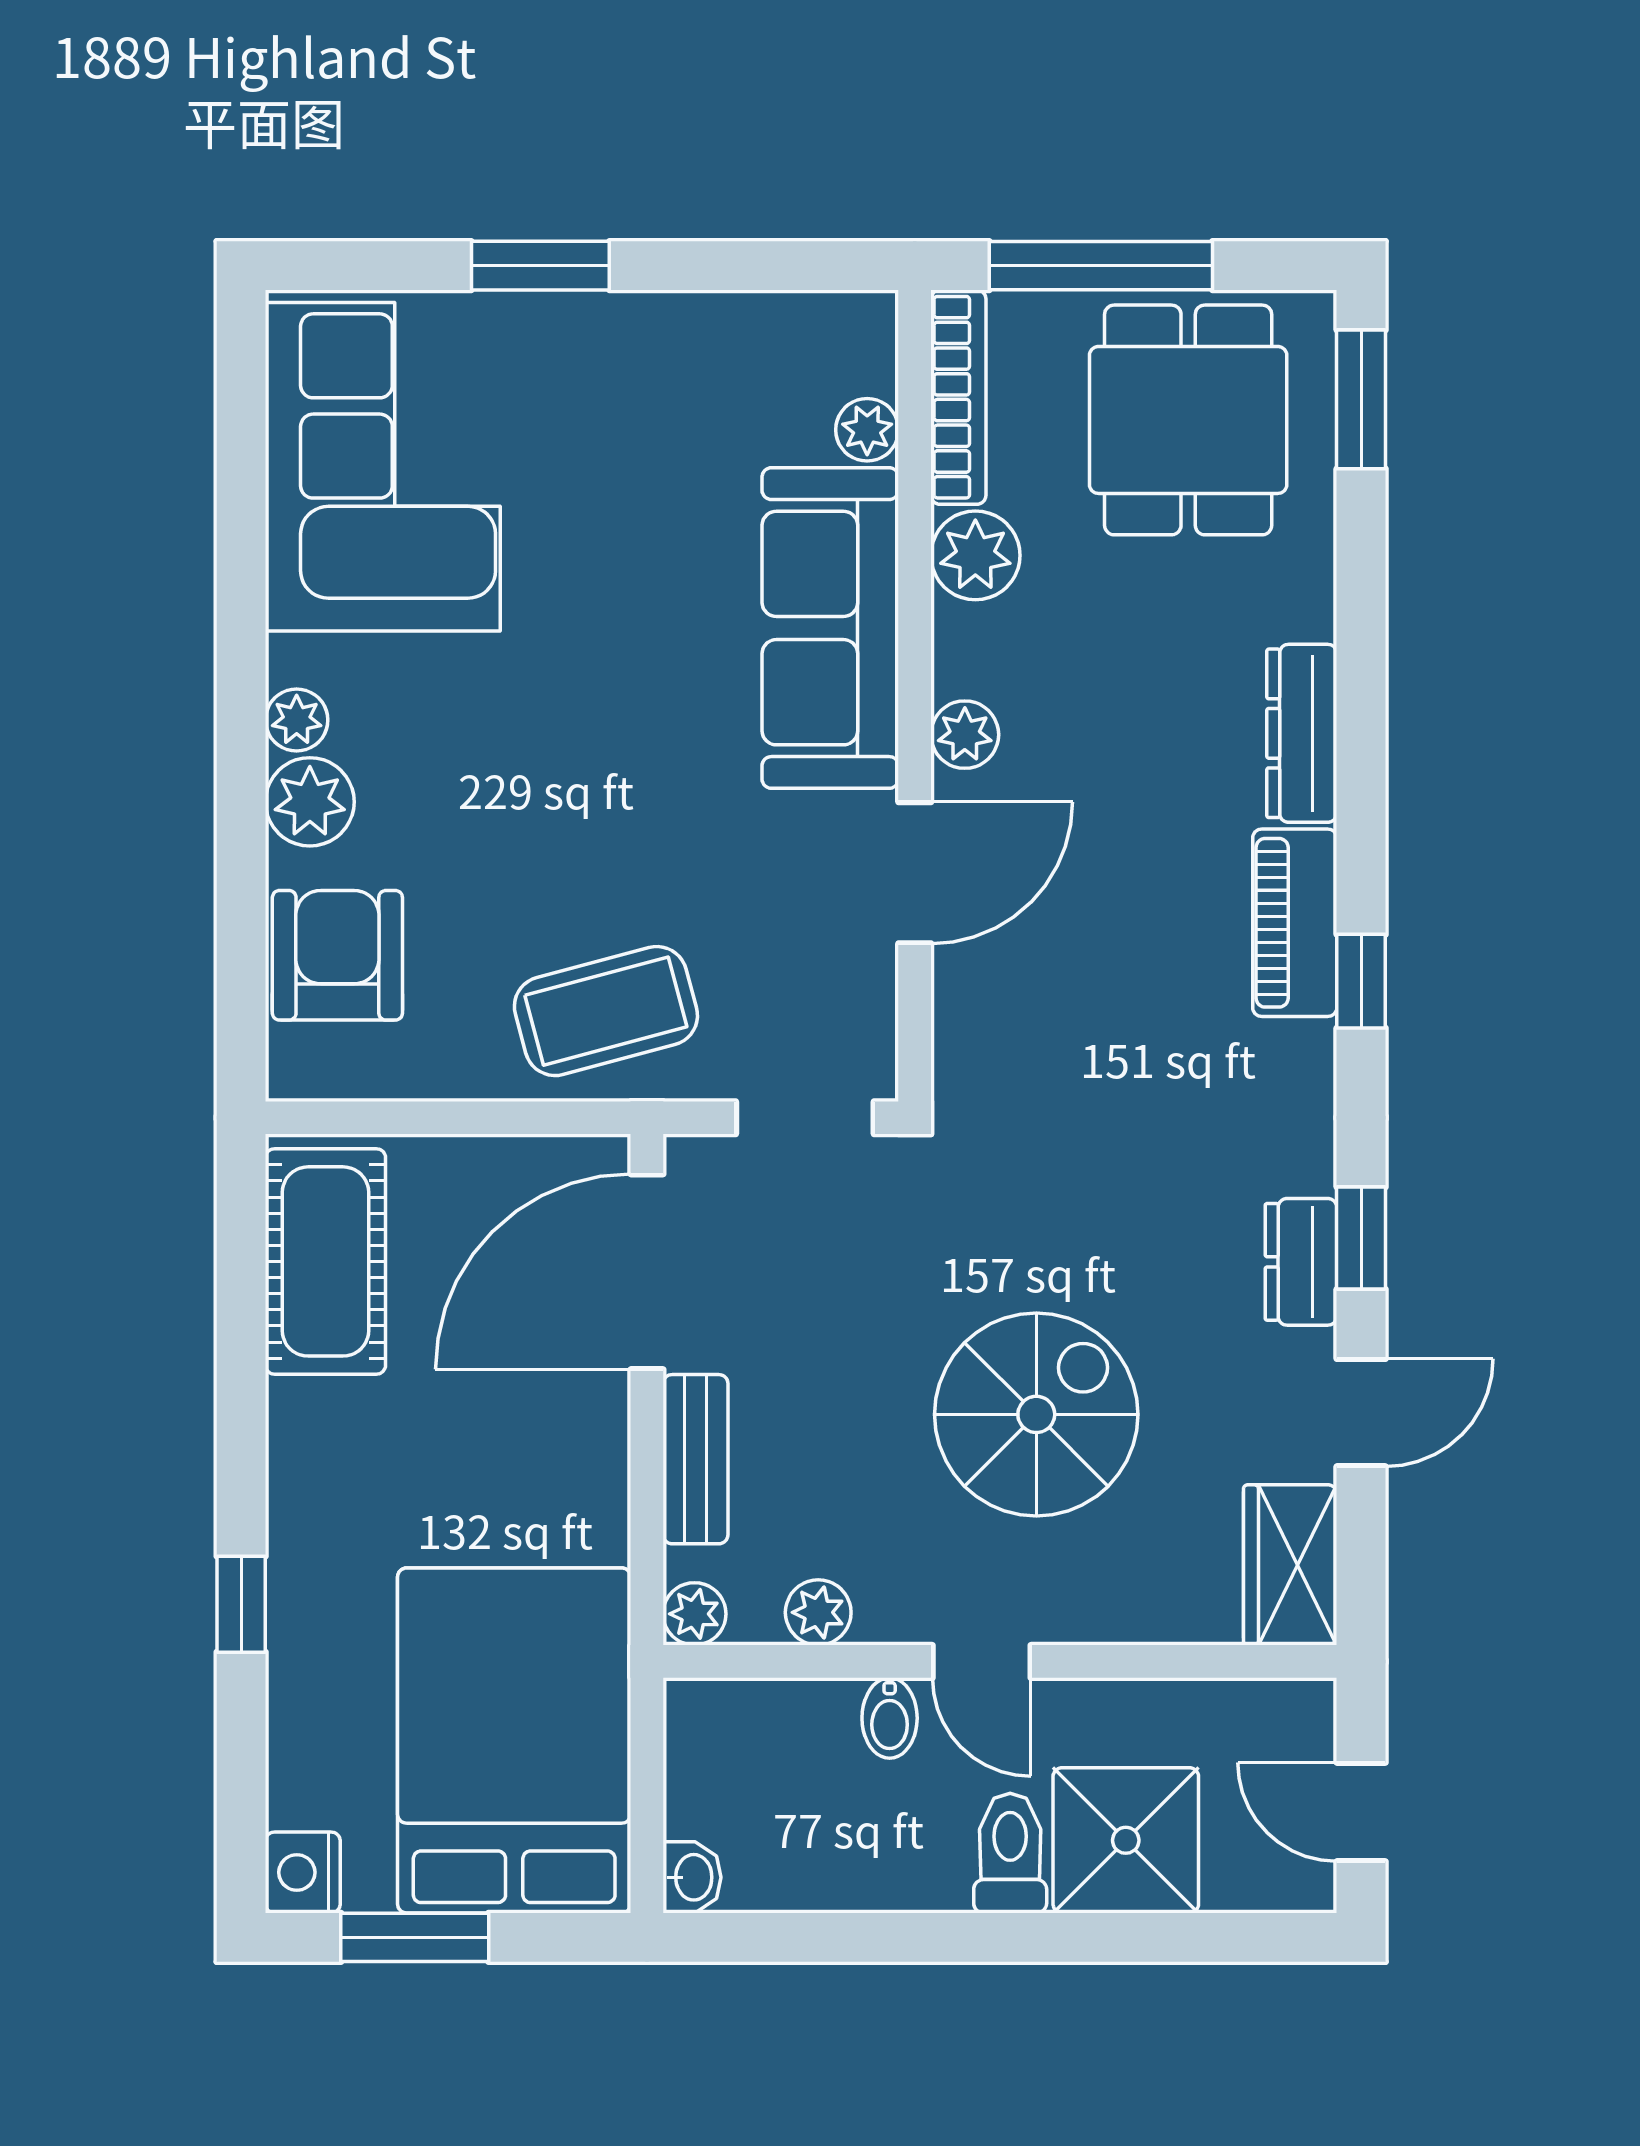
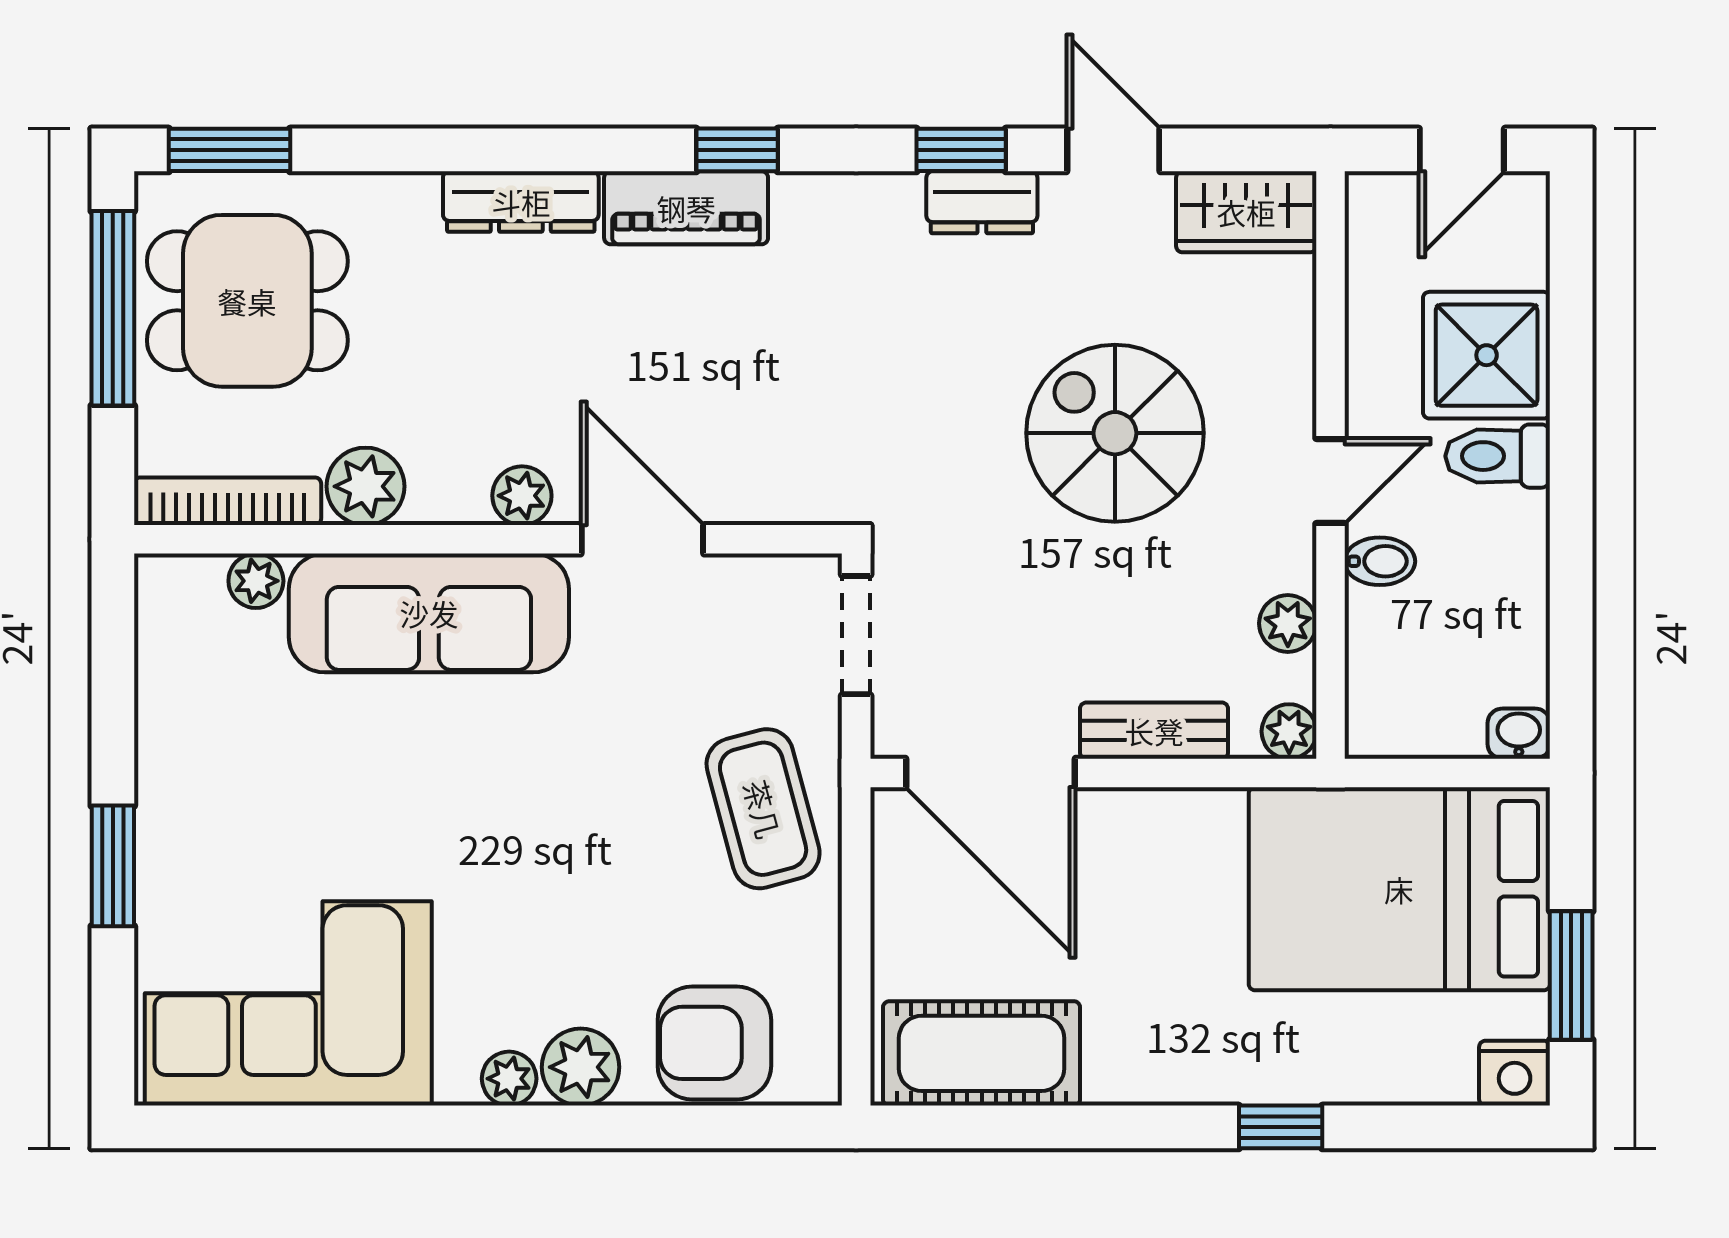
window: (1101, 266) -> (113, 308), moved

